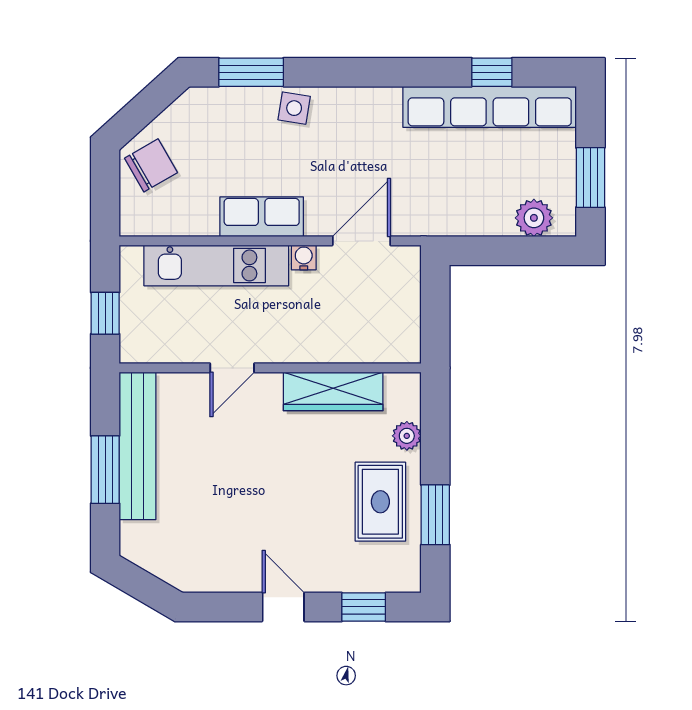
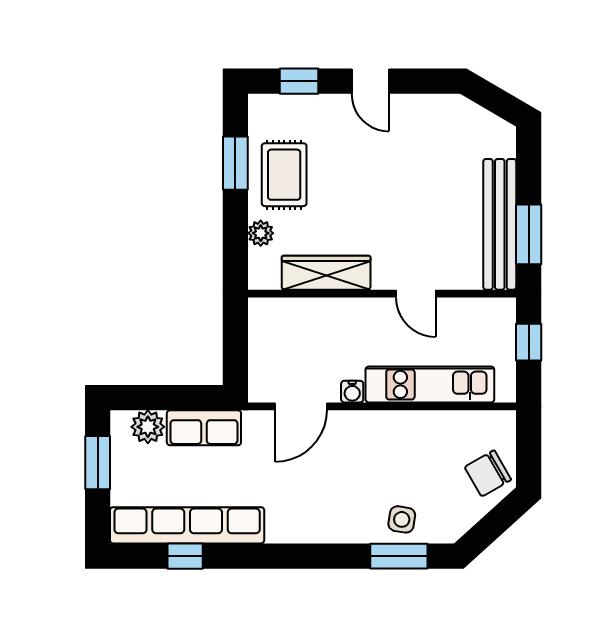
side table: (294, 108) -> (402, 519), moved
row of seats: (262, 217) -> (204, 428), moved
door: (232, 368) -> (416, 294), swing flipped
window: (105, 470) -> (529, 234), moved

